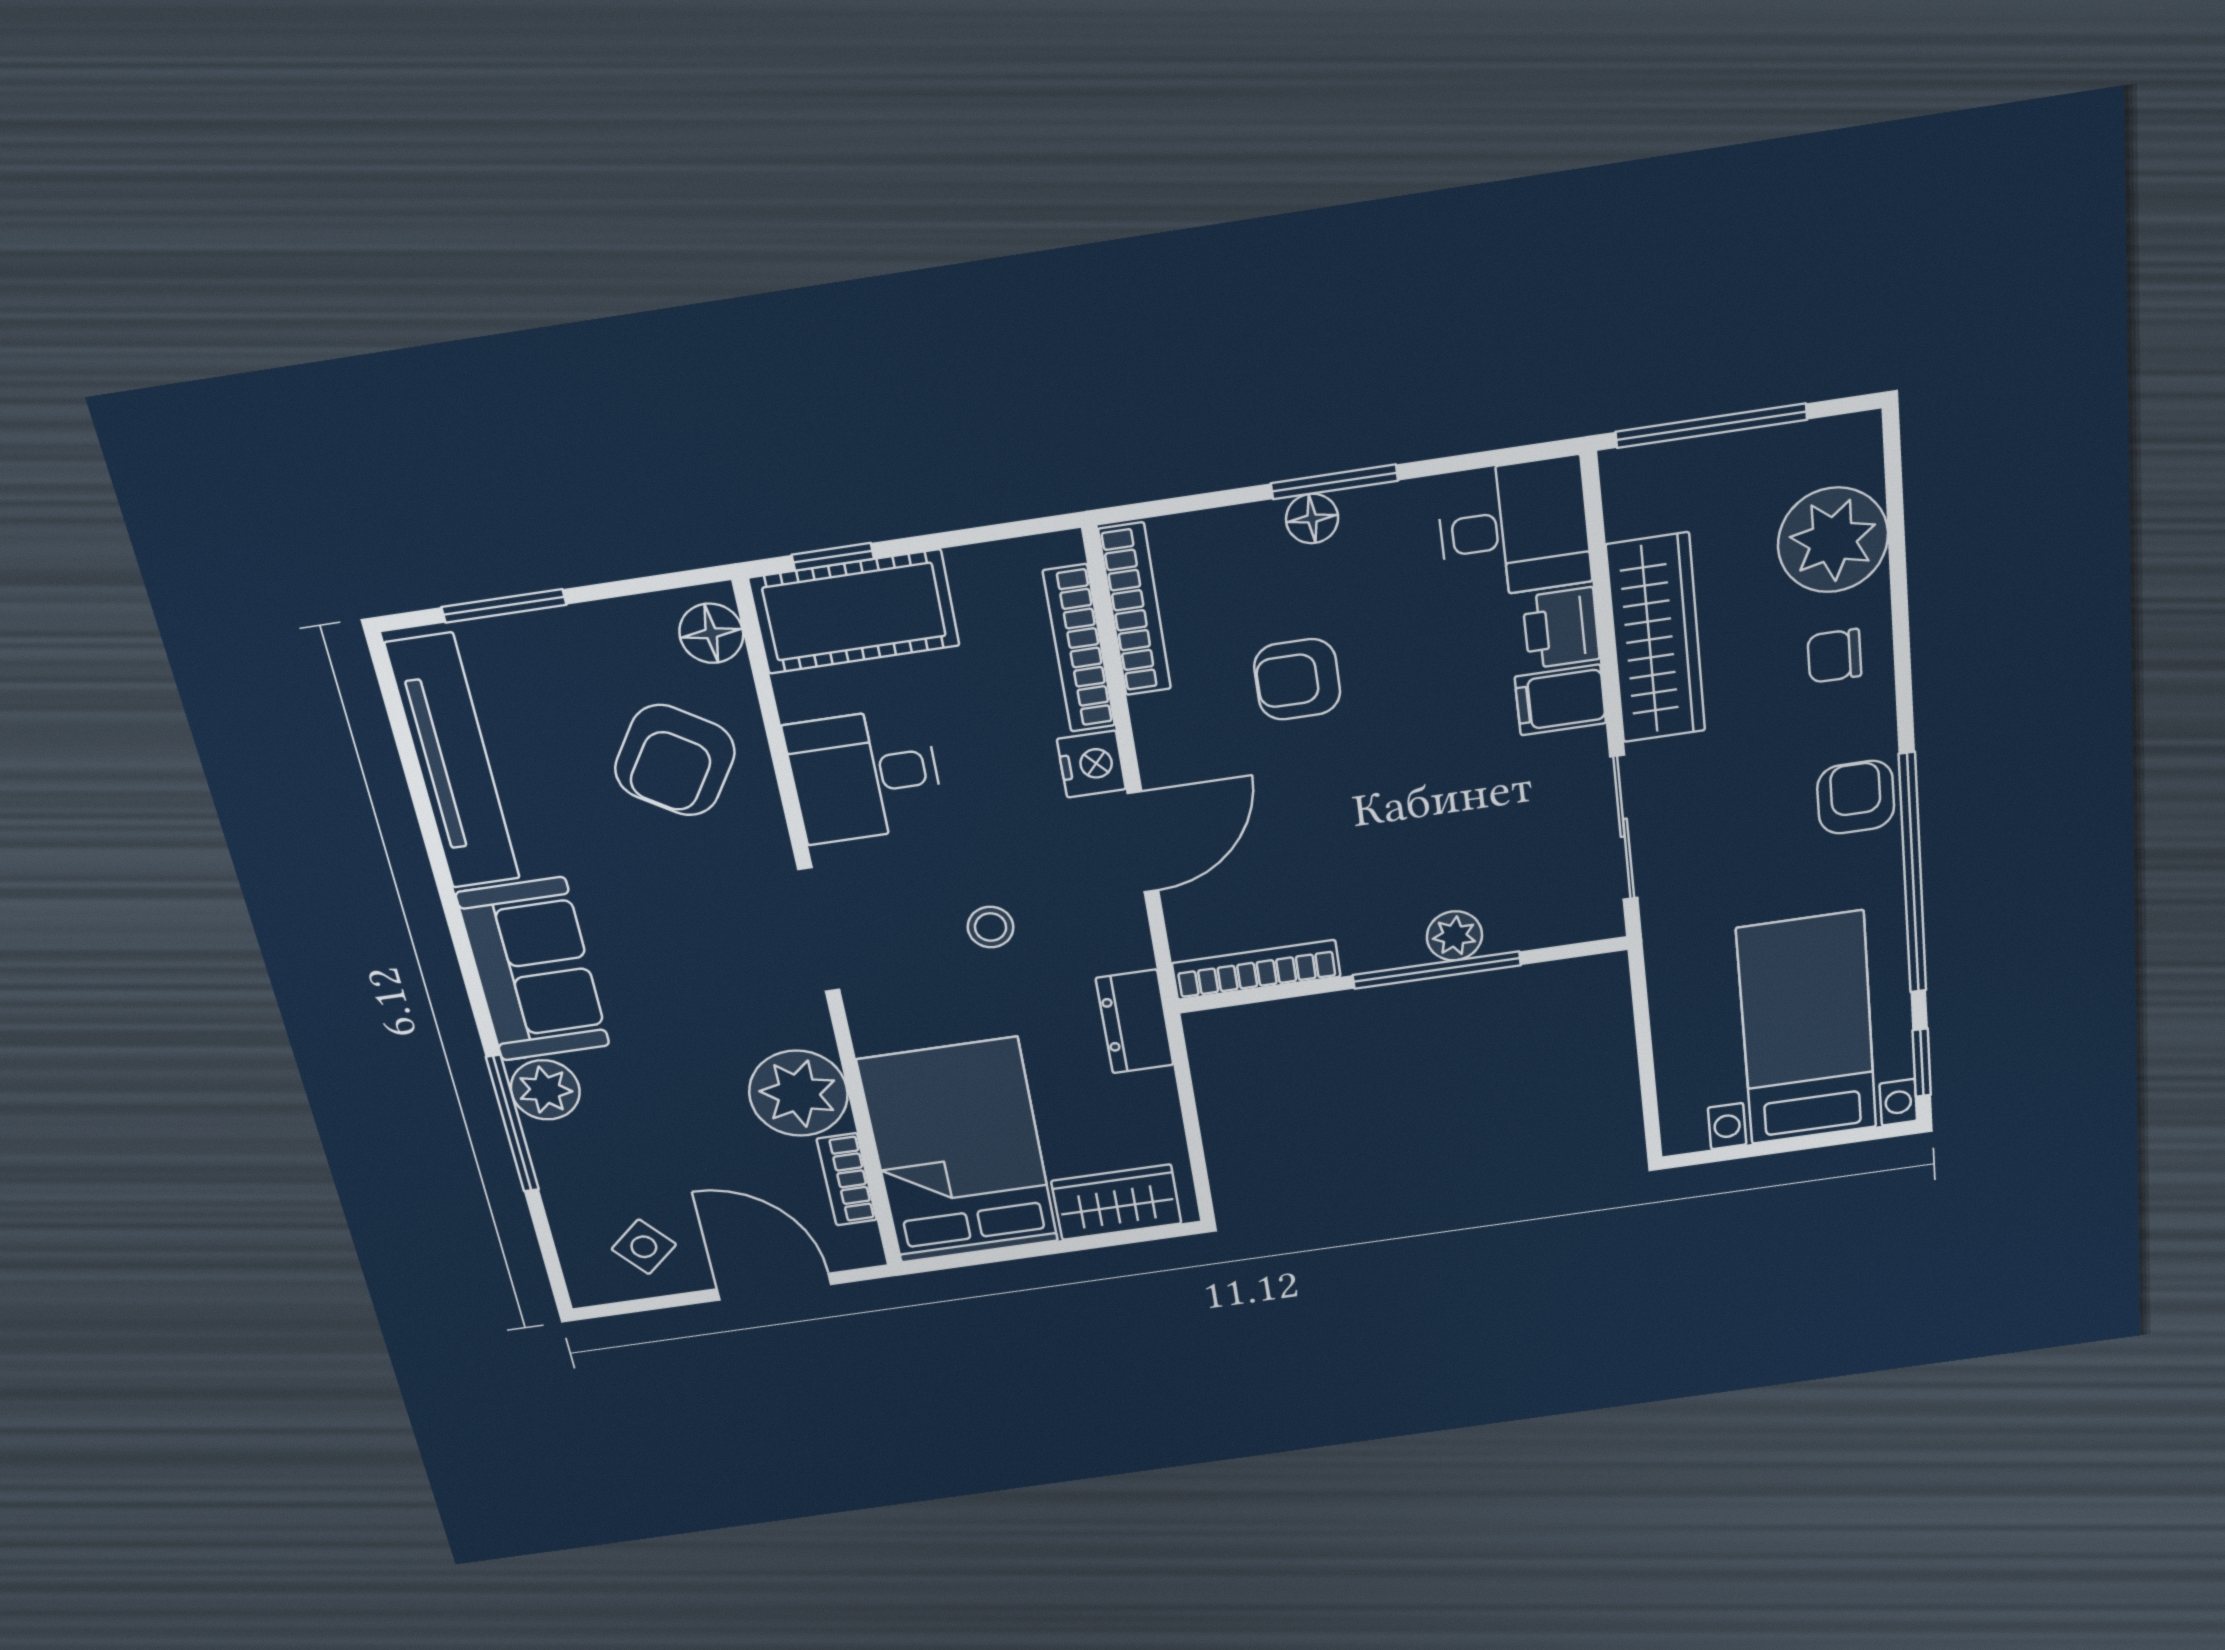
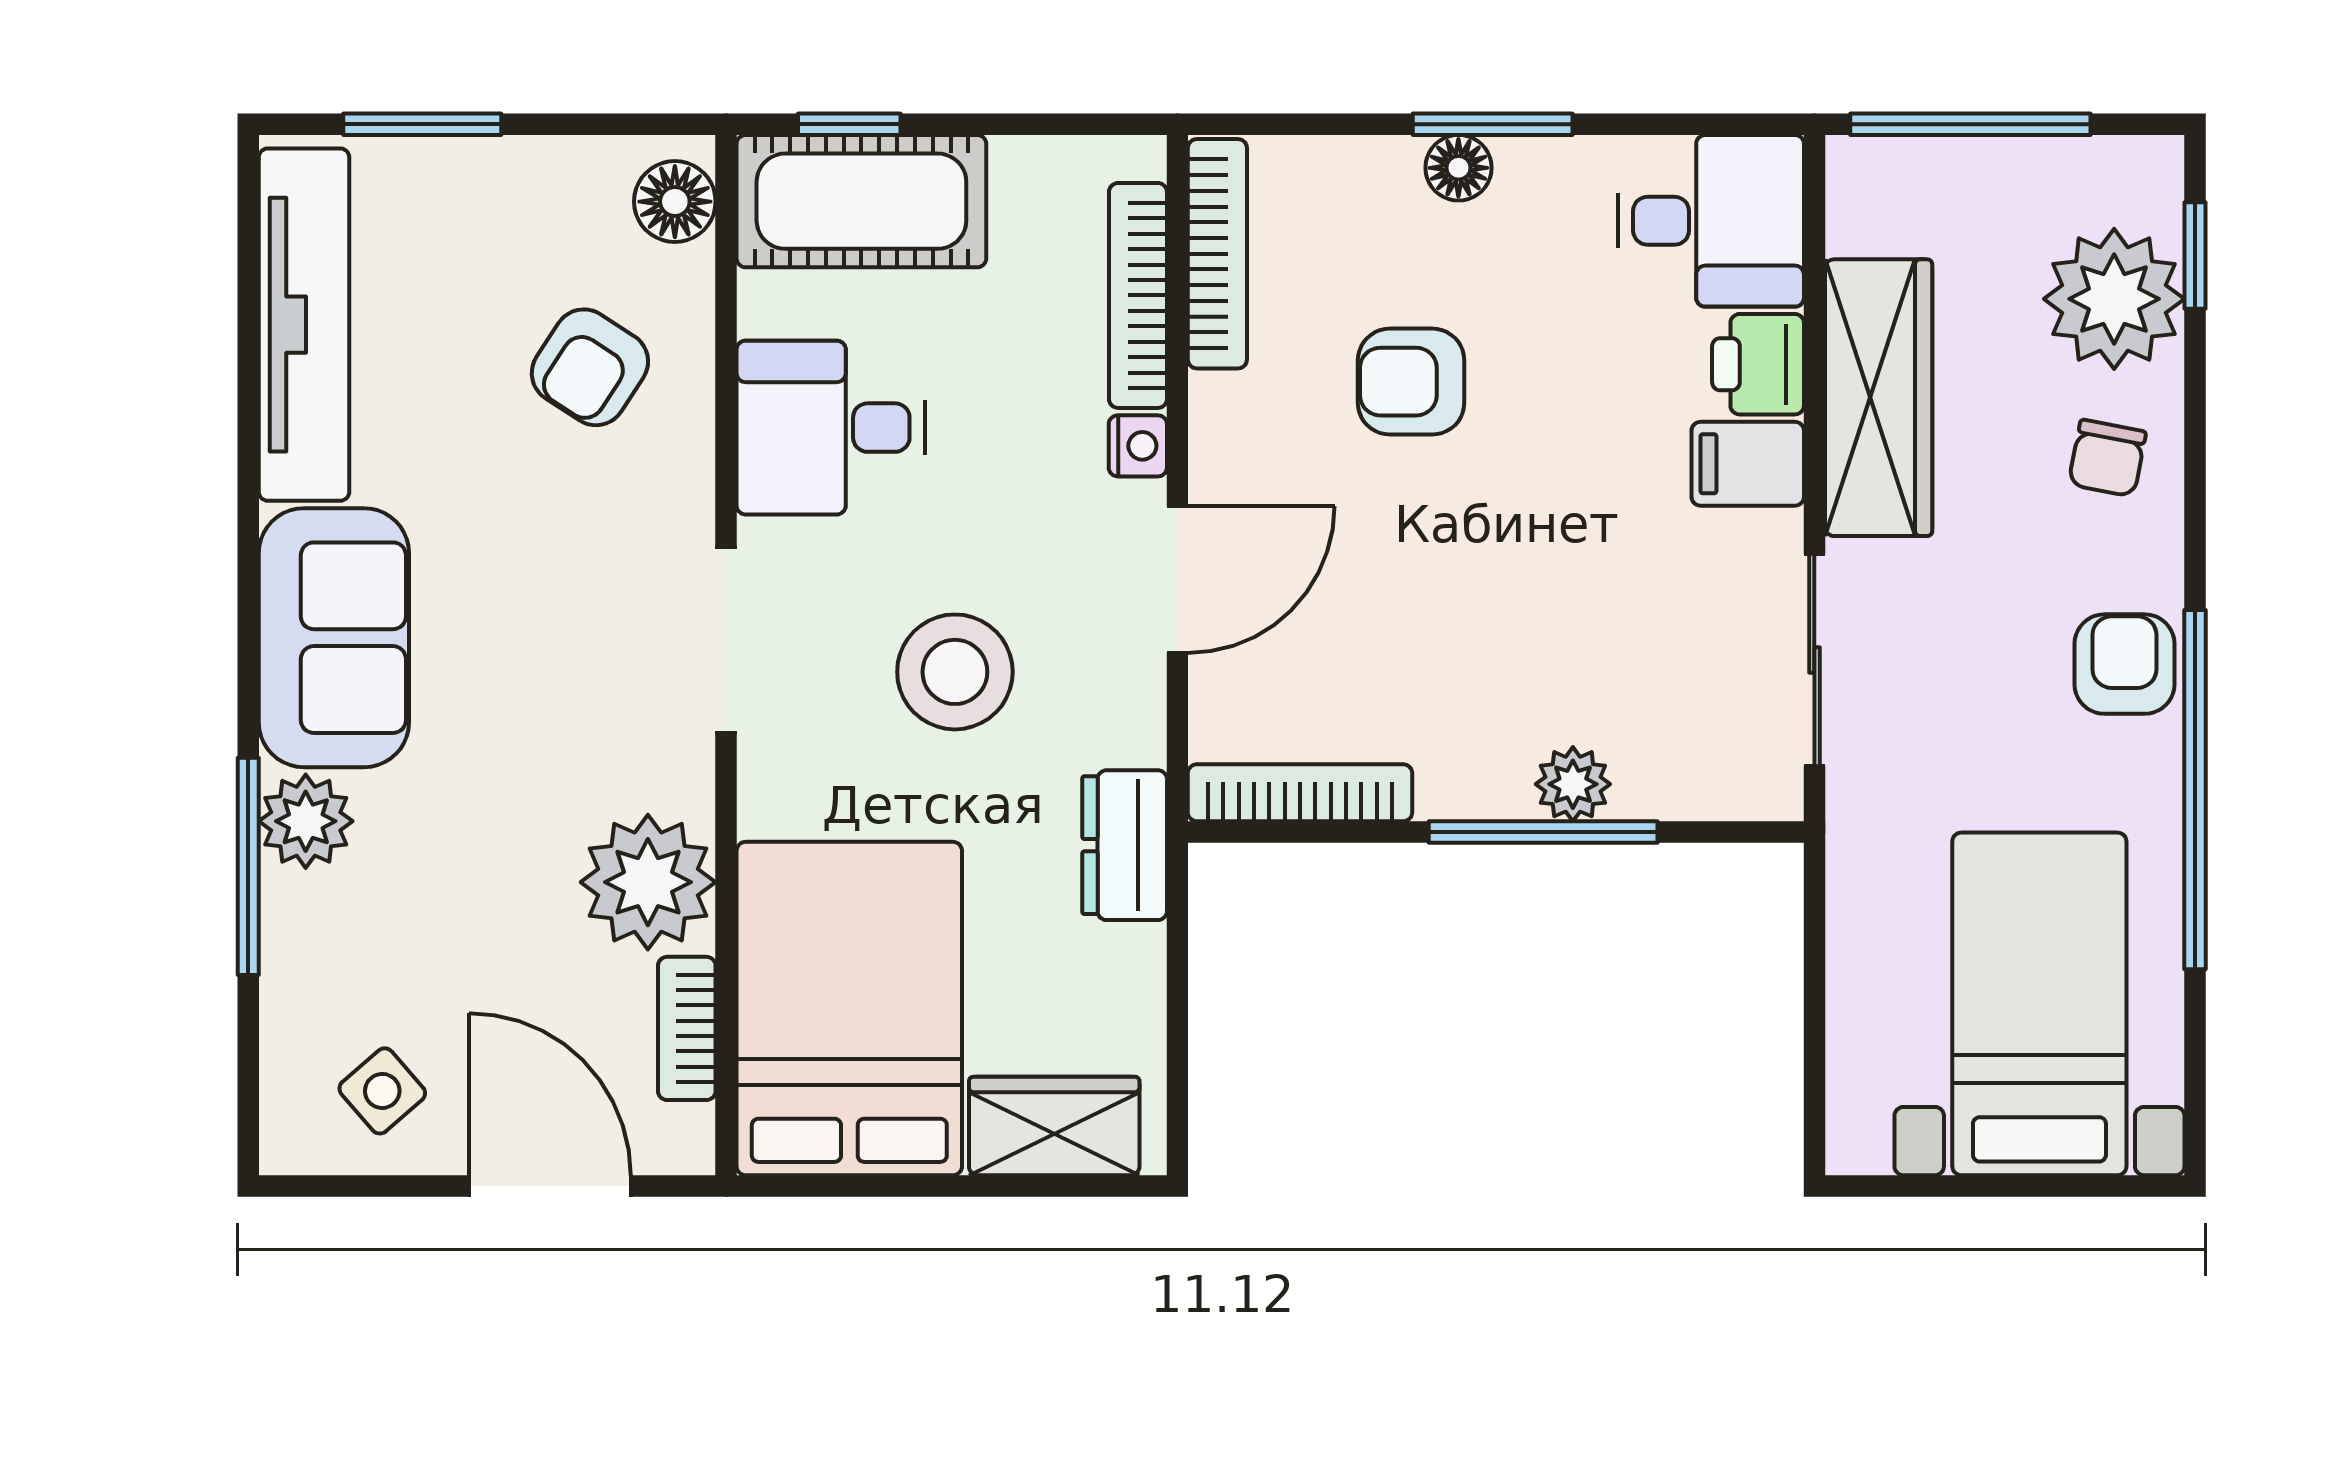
chair: (1834, 656) -> (2107, 458), turned -79
armchair: (675, 760) -> (590, 367), width x0.72, depth x0.72
nightstand: (1091, 764) -> (1138, 446), width x0.72, depth x0.74
stool: (991, 927) -> (955, 672), width x1.89, depth x1.89
window: (1922, 1063) -> (2195, 256), moved

